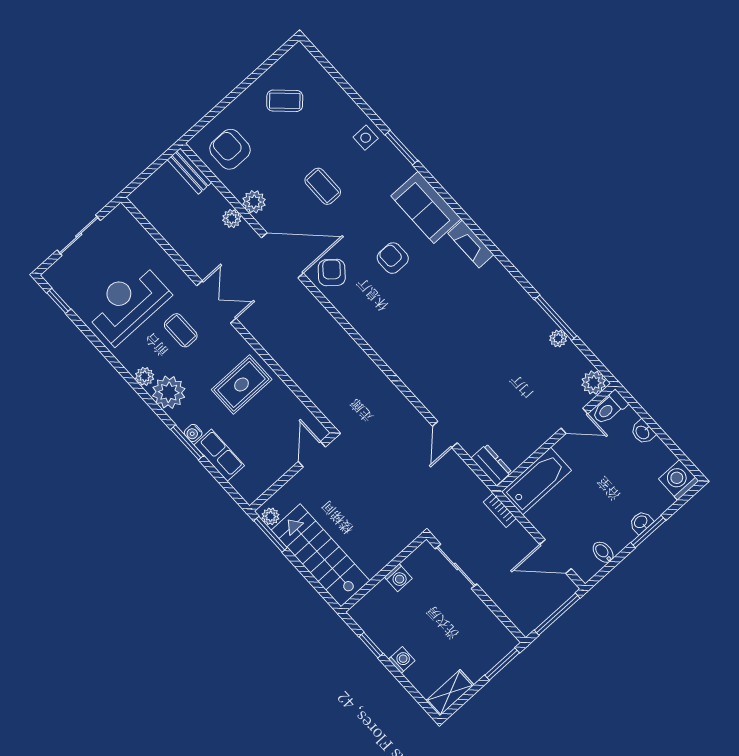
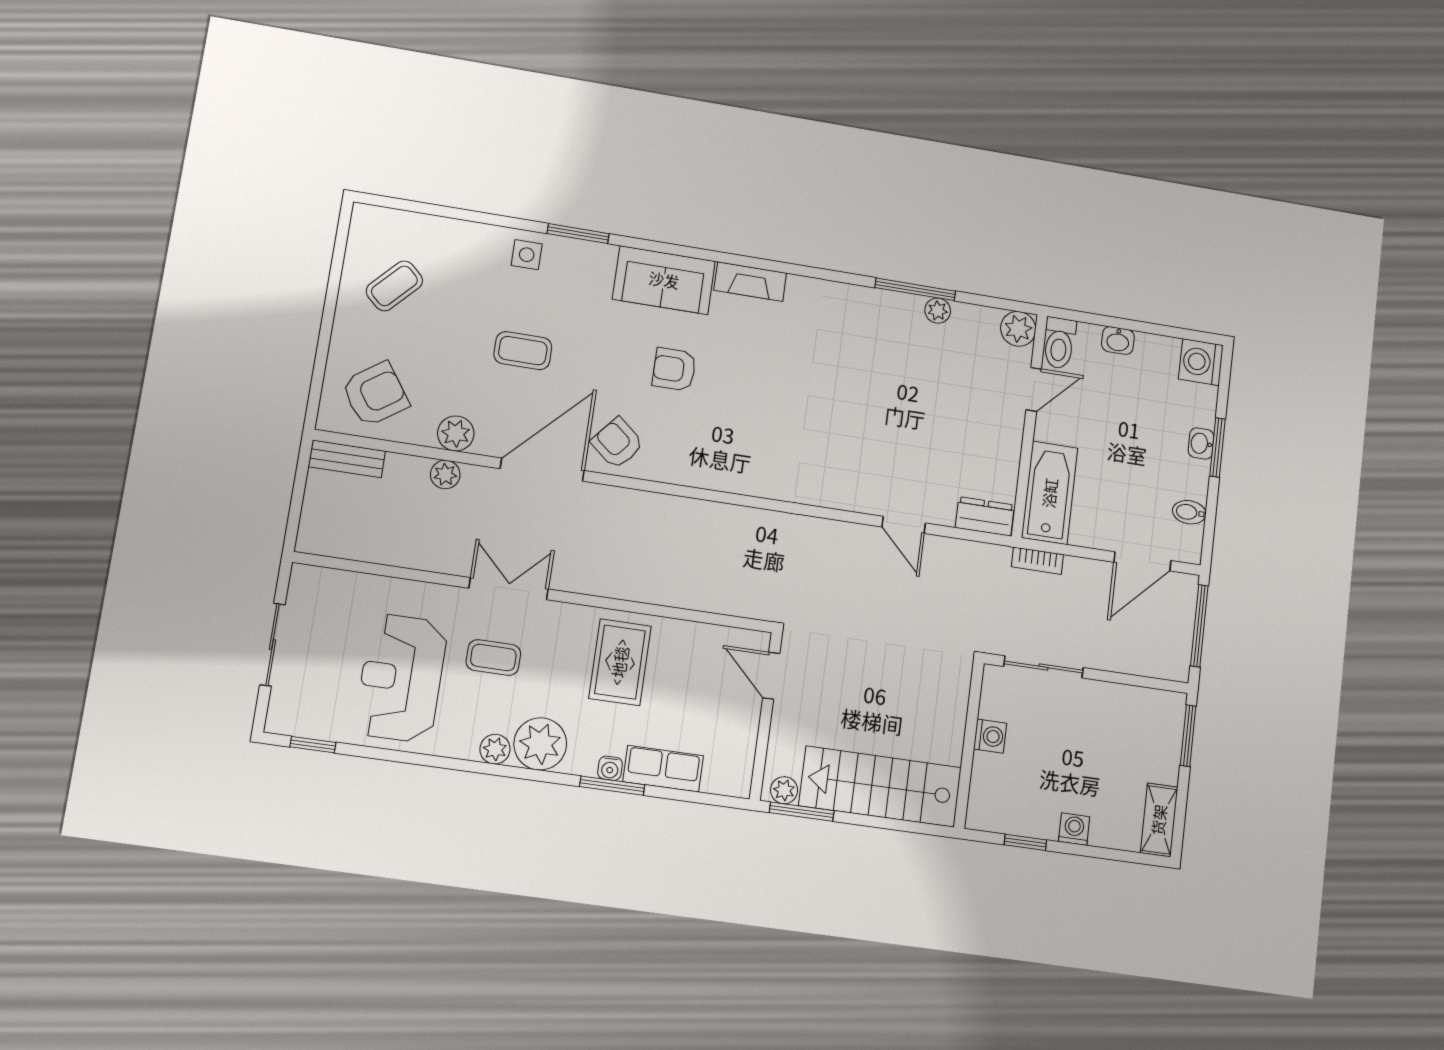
armchair: (230, 149) -> (375, 394), turned 145

